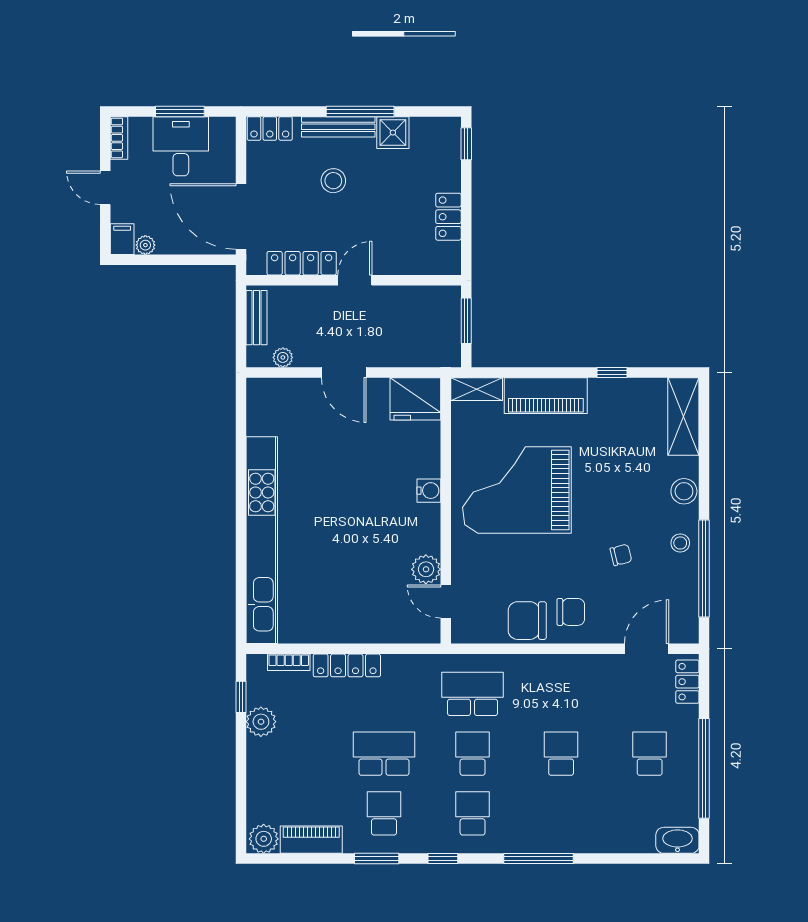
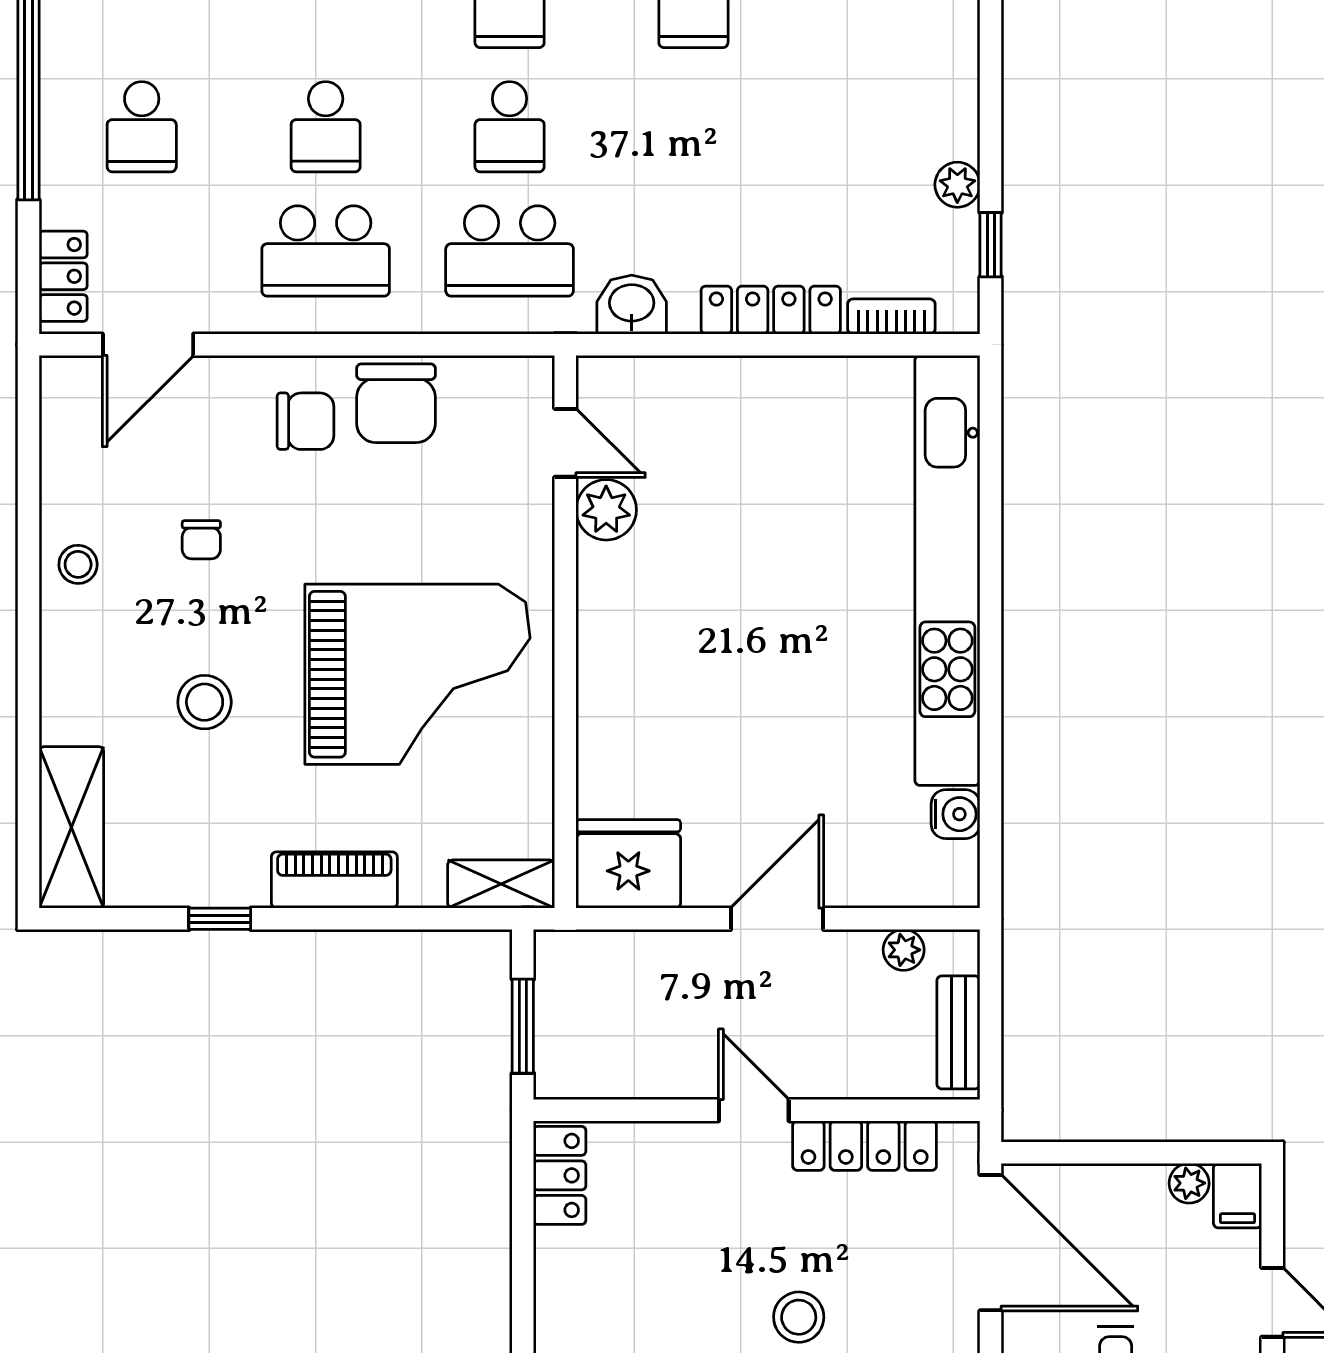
locker: (448, 217) -> (560, 1175), moved
door: (355, 280) -> (754, 1110), swing flipped
door: (344, 372) -> (777, 919), hinge flipped
piano: (546, 396) -> (334, 880), width x0.73, depth x0.75
water cooler: (429, 491) -> (956, 814), moved, turned 180
stool: (684, 491) -> (205, 702), moved
chair: (621, 555) -> (201, 540), turned -76
window: (704, 568) -> (28, 512), removed
chair: (571, 612) -> (305, 421), turned 180
chair: (527, 621) -> (396, 403), turned 90
washbasin: (414, 668) -> (632, 305), added
plant: (261, 722) -> (957, 185), width x0.73, depth x0.73
school desk: (384, 754) -> (326, 251), moved

